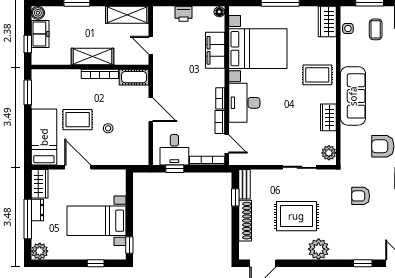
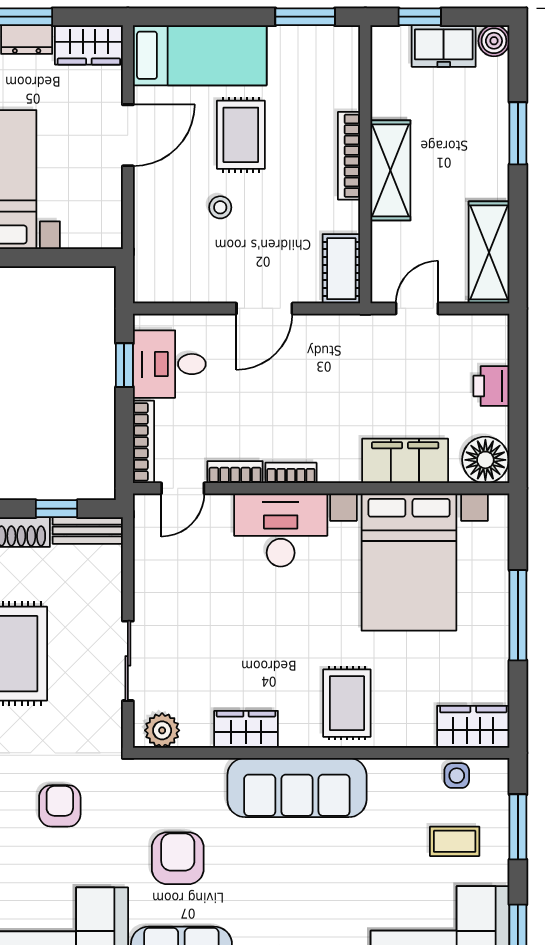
floor lamp: (219, 12) -> (485, 460), width x1.89, depth x1.89
bookcase: (100, 74) -> (349, 156), moved

